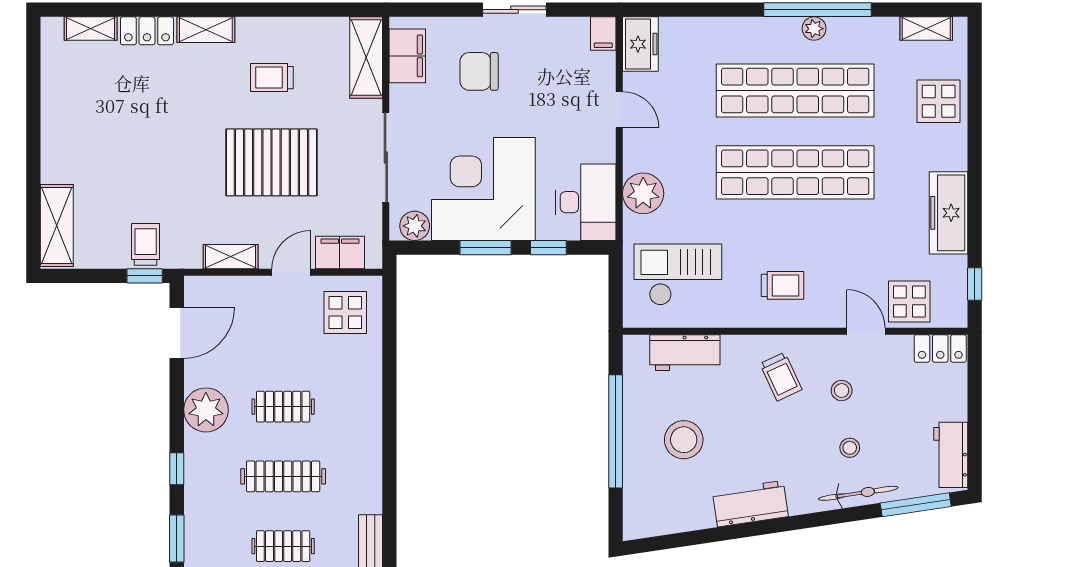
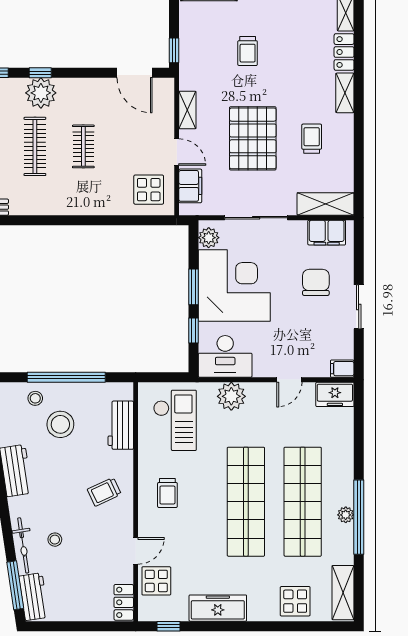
shelving: (926, 29) -> (343, 593), width x1.50, depth x1.33
trolley: (146, 244) -> (248, 51), moved, turned 90
stool: (842, 391) -> (35, 398), moved
plant: (206, 410) -> (41, 93), moved
workbench: (951, 455) -> (34, 597), moved, turned 82

